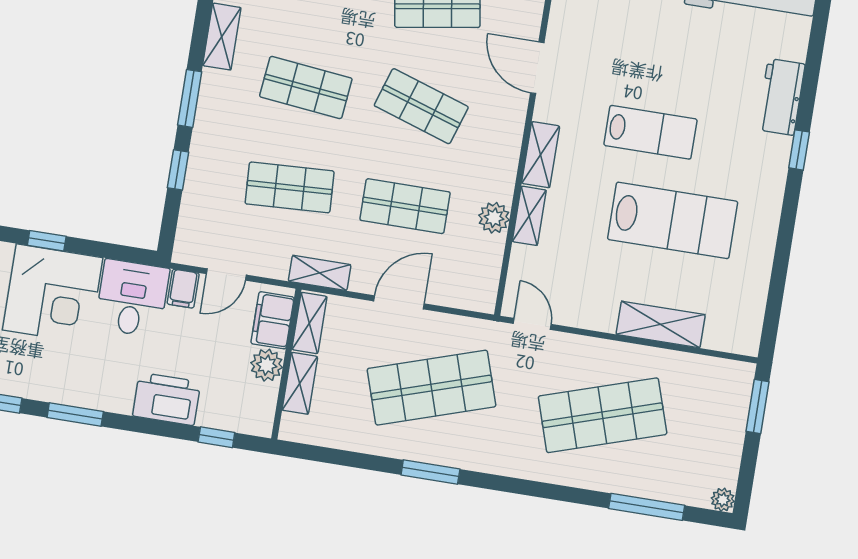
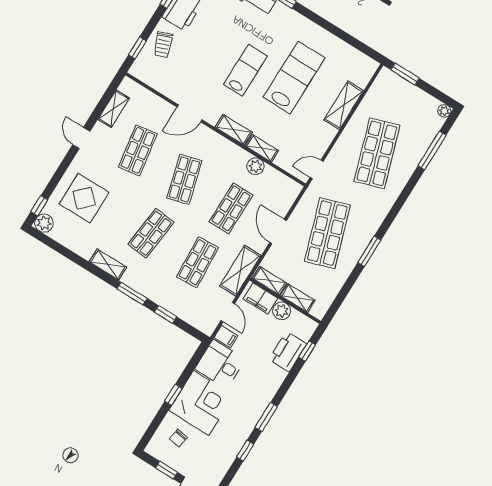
shop shelf: (421, 106) -> (184, 179), turned -33
shelving: (320, 273) -> (240, 271), width x1.50, depth x1.33
printer: (167, 399) -> (288, 352), moved

